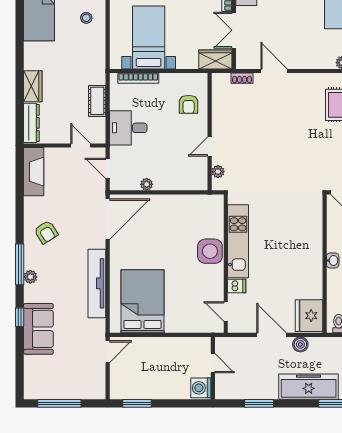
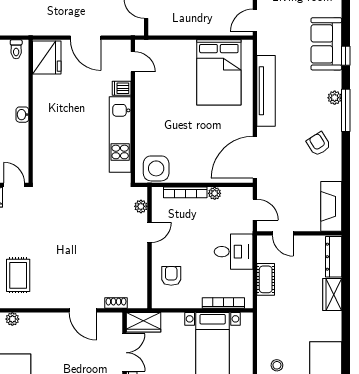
bookcase: (175, 185) -> (185, 192), added
side table: (210, 251) -> (156, 168), moved
boiler: (300, 344) -> (56, 28), removed

